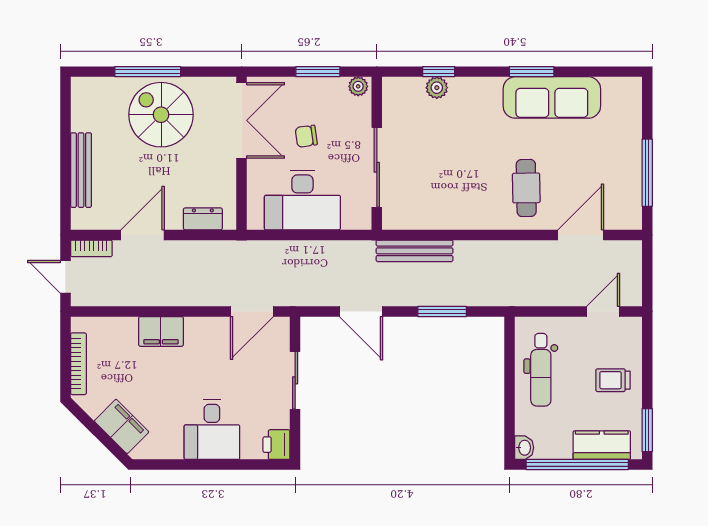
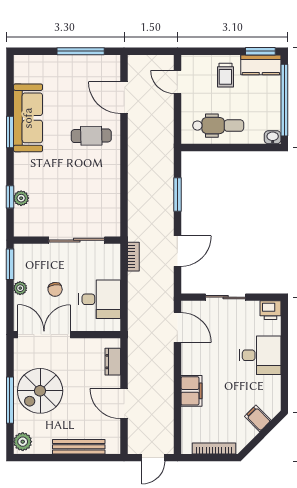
window: (318, 72) -> (10, 264), moved
plant: (358, 86) -> (20, 288), moved
plant: (88, 90) -> (23, 442), added
desk: (302, 200) -> (100, 299), width x0.73
bookcase: (91, 248) -> (133, 257), moved
bench: (415, 251) -> (135, 214), removed
filing cabinet: (122, 426) -> (258, 418), width x0.50
kitchen counter: (602, 445) -> (261, 65), moved, turned -90

